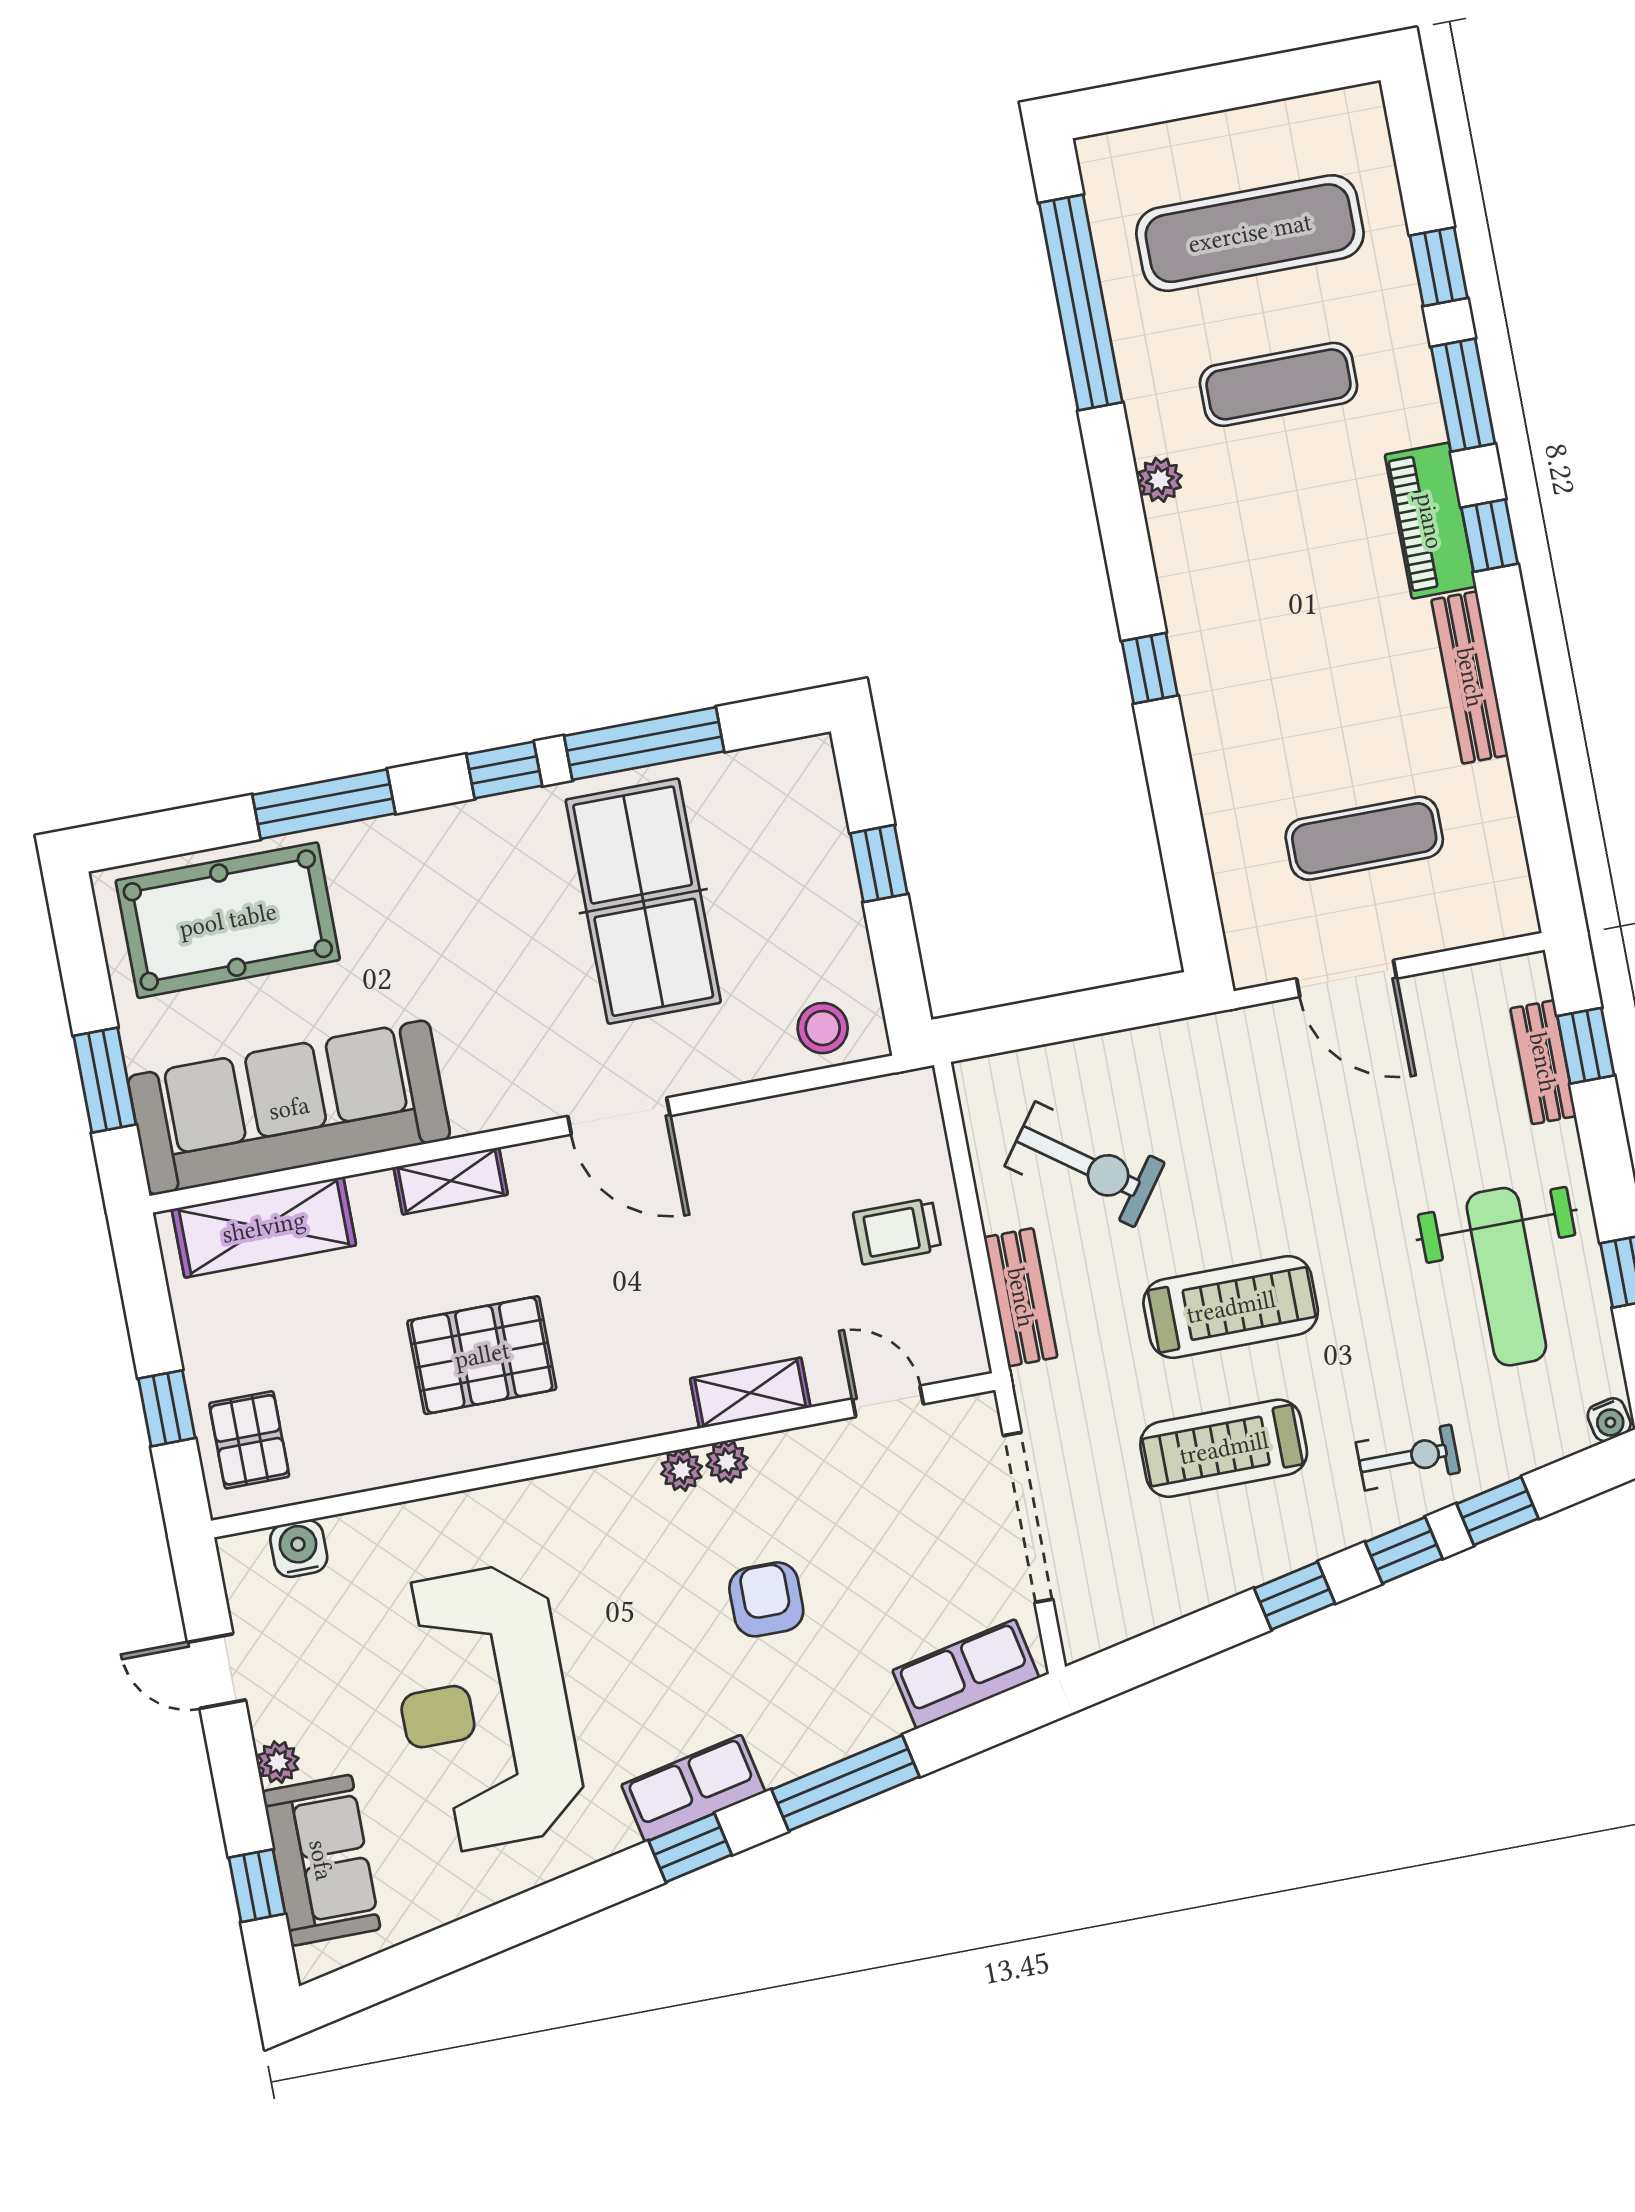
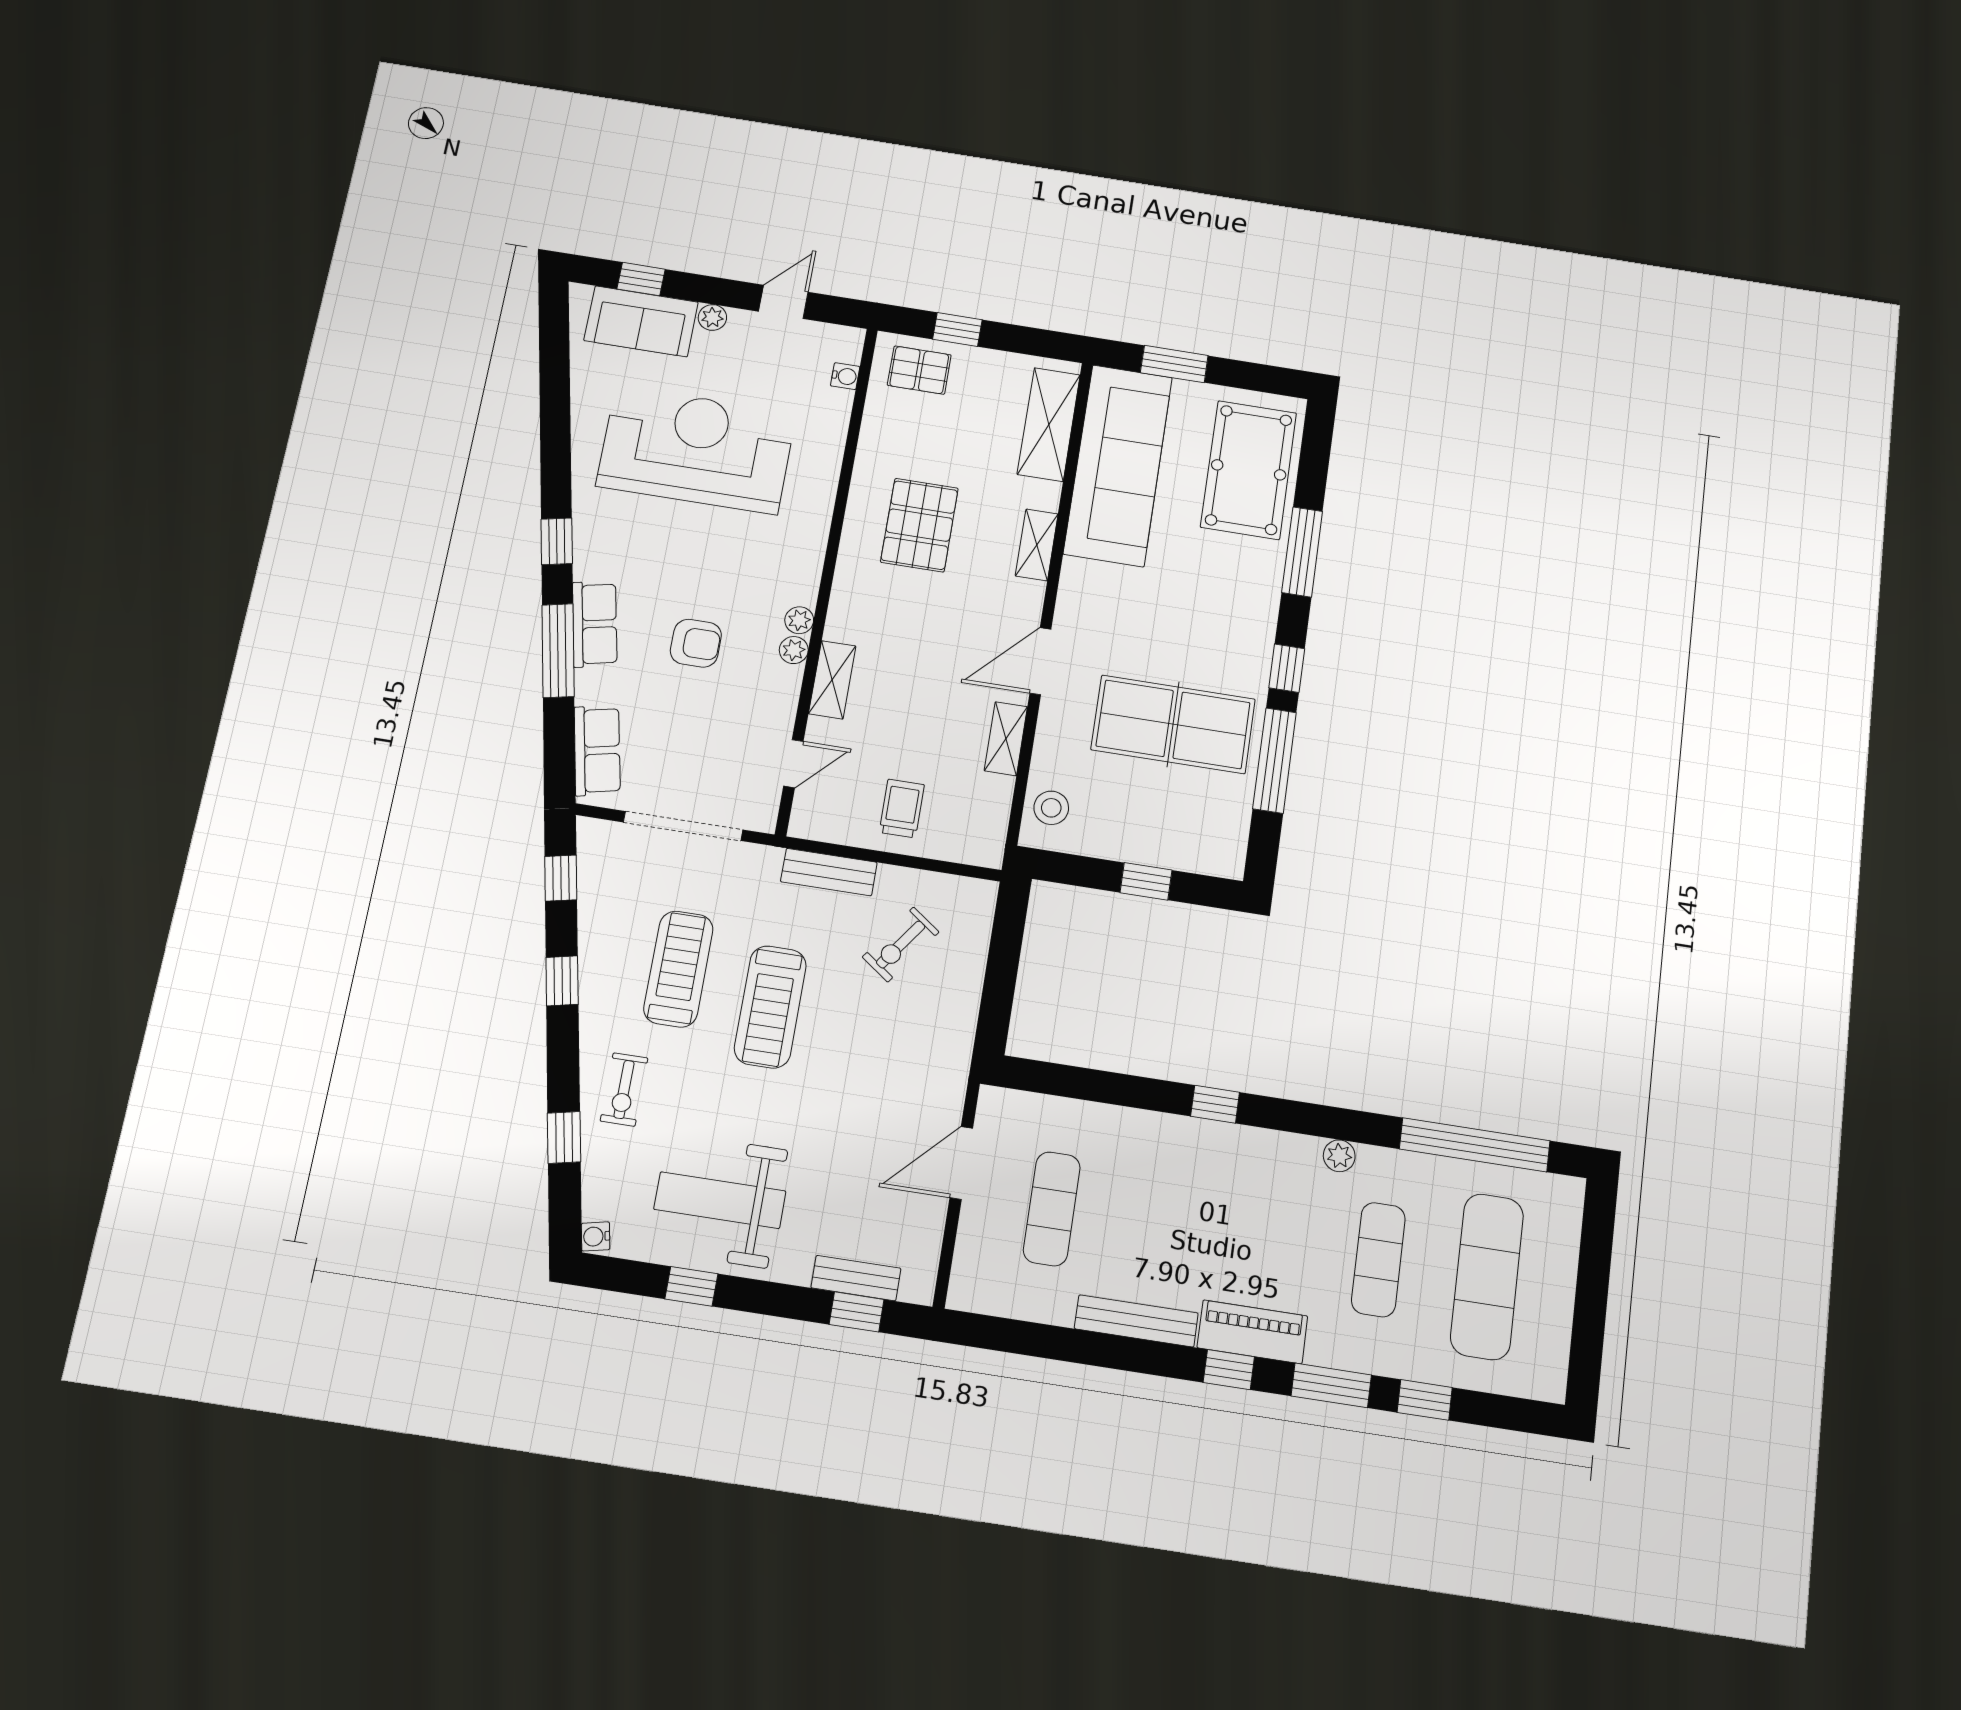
shelving: (747, 1125) -> (1006, 739), added
exercise bike: (1085, 1164) -> (901, 944), width x0.73, depth x0.72
water cooler: (299, 1548) -> (845, 376), width x0.72, depth x0.72
window: (1404, 1550) -> (561, 878), moved
row of seats: (693, 1788) -> (595, 624), moved

